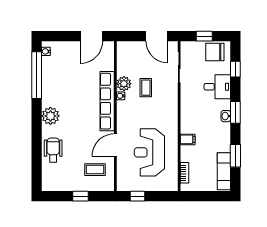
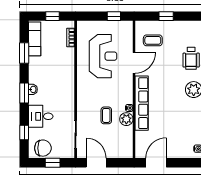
filing cabinet: (188, 139) -> (68, 68), removed
window: (205, 196) -> (52, 16), added

